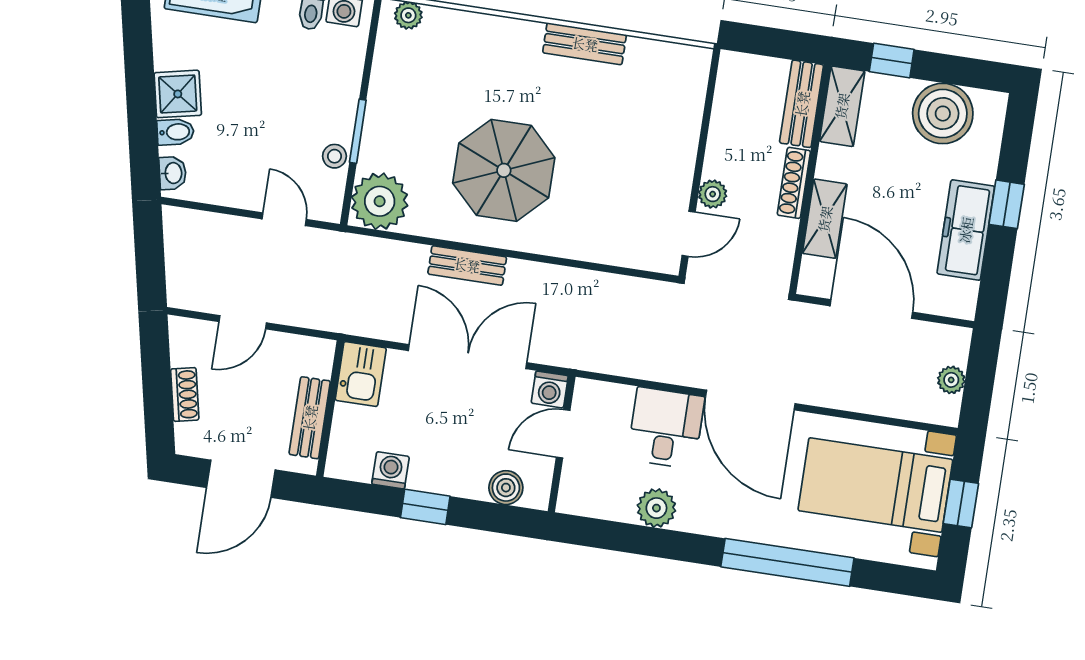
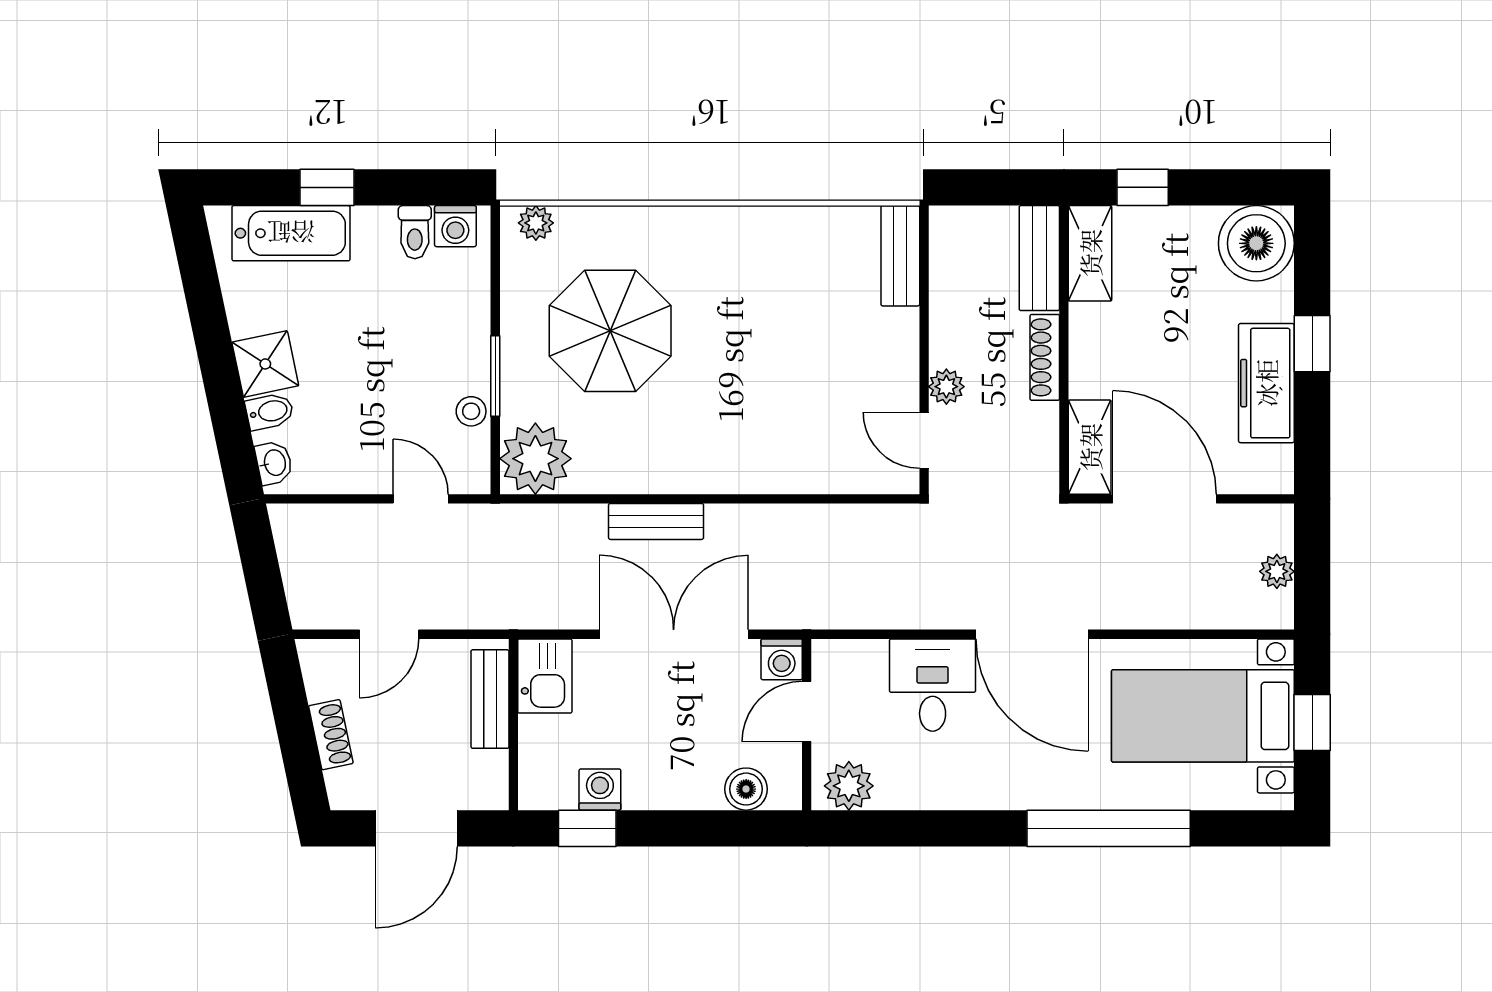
bench: (585, 44) -> (900, 256), moved, turned 90
boiler: (943, 114) -> (1256, 243), moved
parasol: (504, 170) -> (610, 331), moved
shelving: (825, 219) -> (1090, 447), moved
door: (689, 234) -> (924, 440), swing flipped
bench: (310, 418) -> (490, 699), moved
window: (425, 507) -> (587, 828), moved
plant: (656, 508) -> (849, 786), moved

